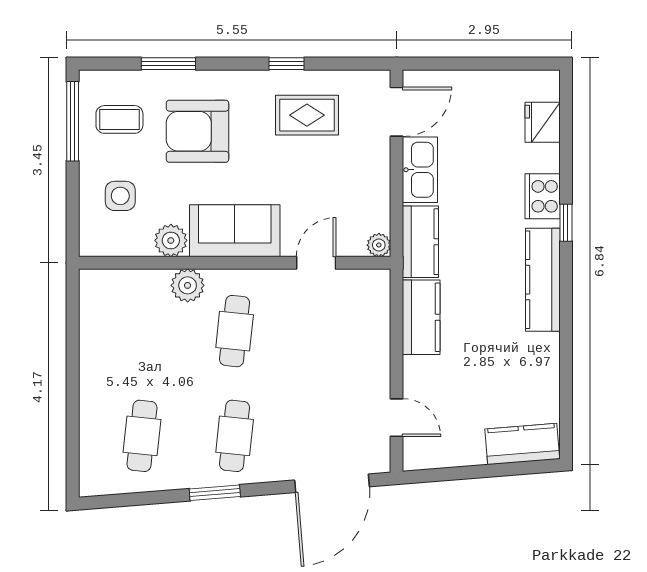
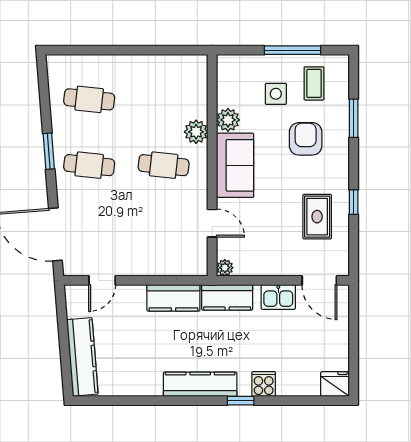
window: (73, 121) -> (292, 50), moved
fridge: (543, 122) -> (335, 384), moved
armchair: (197, 131) -> (306, 139), width x0.73, depth x0.73
kitchen sink: (420, 170) -> (278, 297), width x0.73
side table: (120, 196) -> (276, 94), moved
cooker: (543, 196) -> (264, 384), width x0.73
kitchen counter: (522, 444) -> (82, 357), width x1.50

